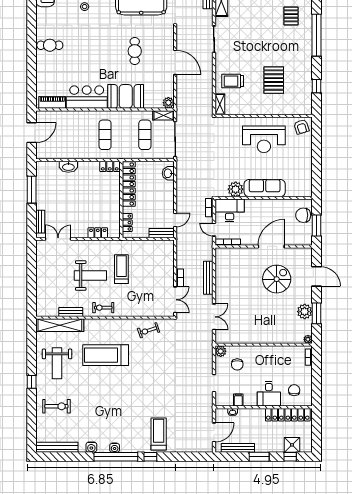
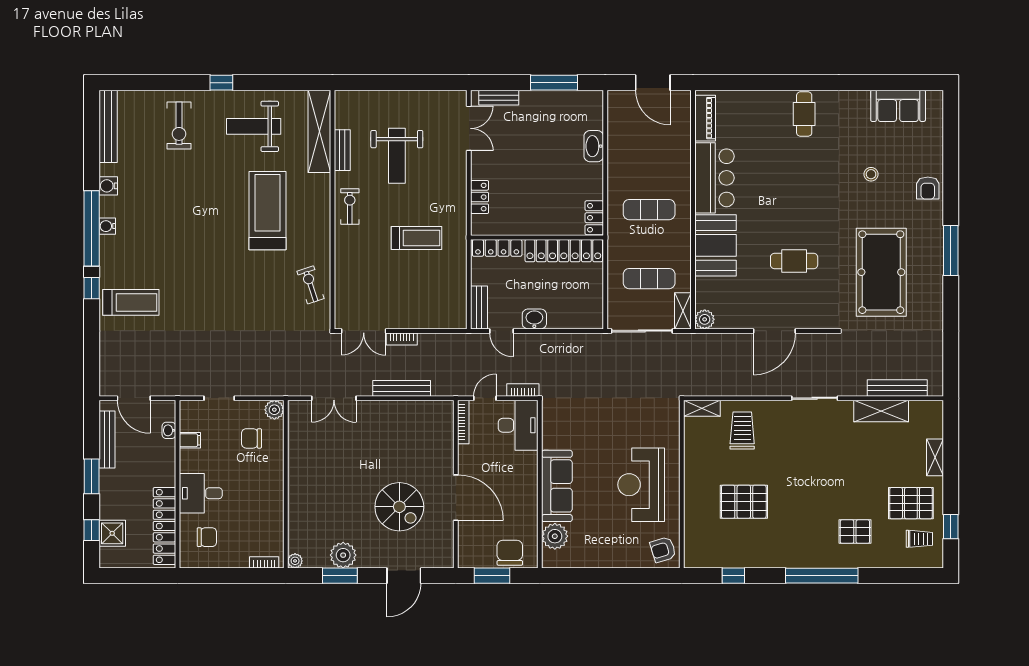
washbasin: (168, 173) -> (534, 319), moved
plant: (236, 189) -> (555, 536), moved
locker: (127, 223) -> (497, 248), width x1.53
weight bench: (90, 275) -> (397, 156), moved

